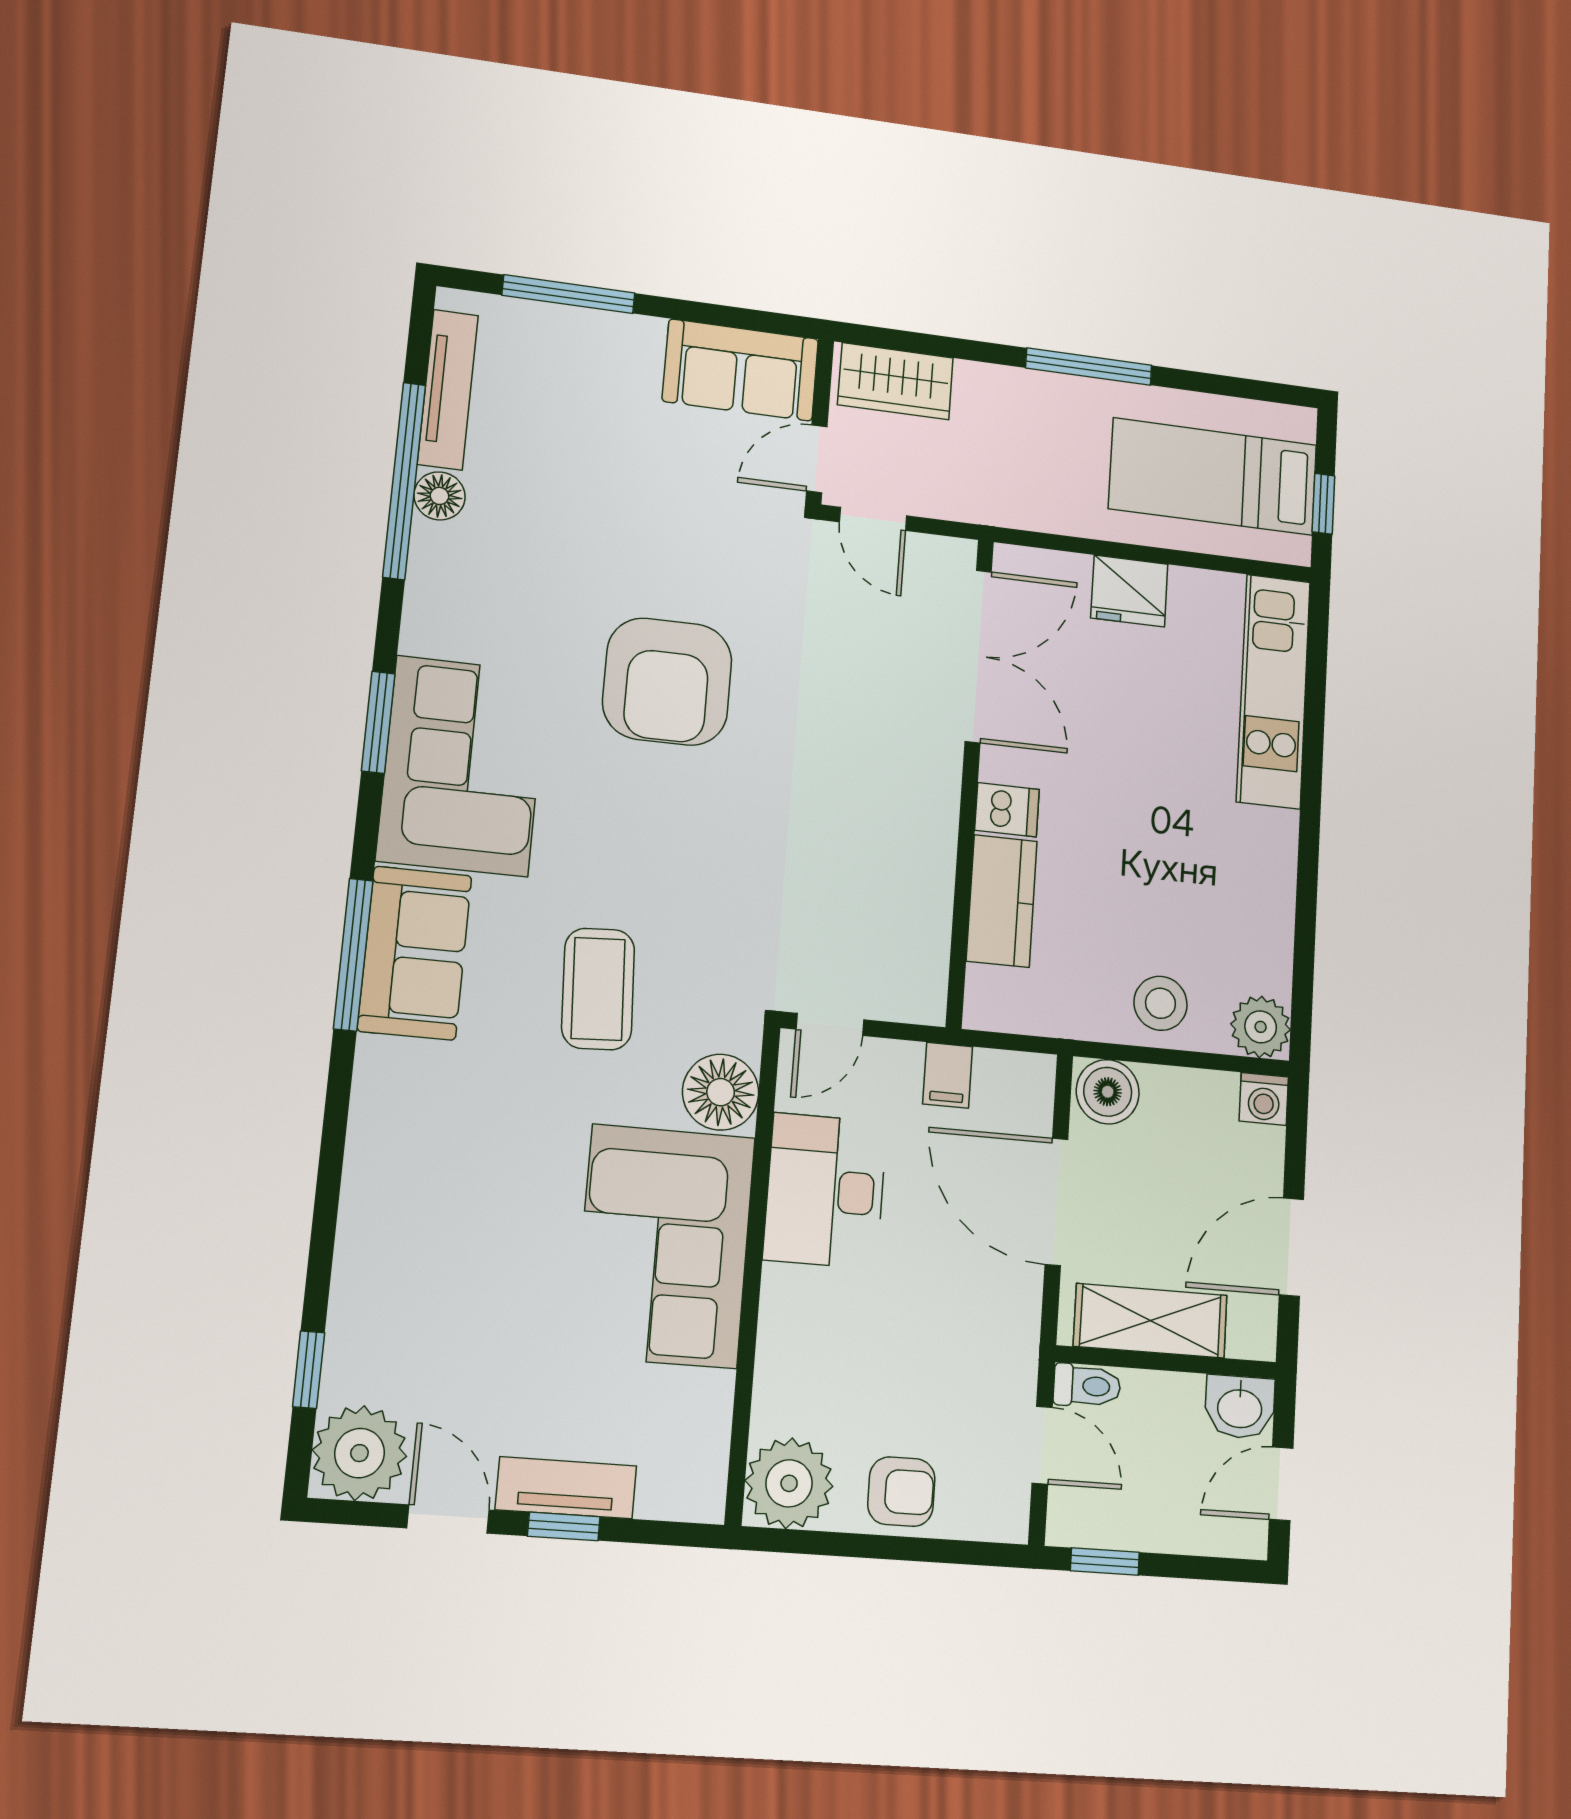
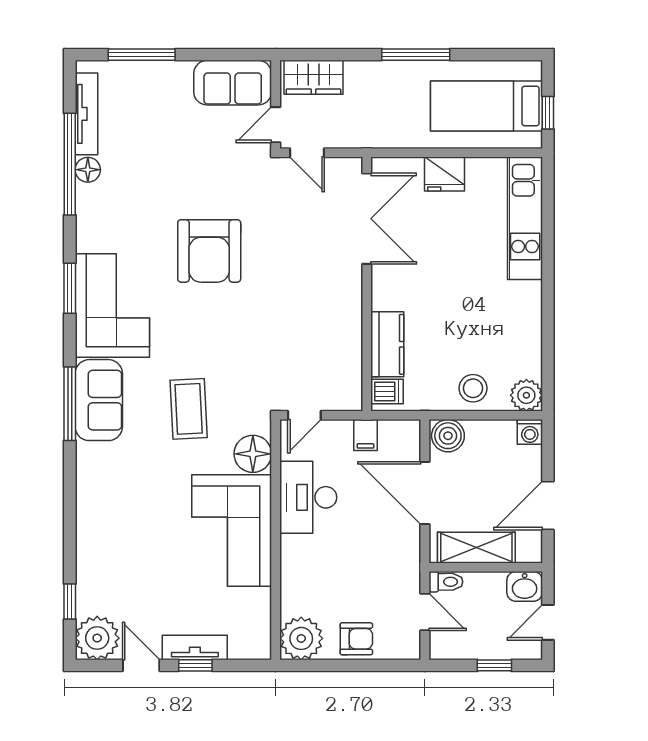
dishwasher: (1007, 810) -> (387, 392), moved
window: (1105, 1562) -> (494, 665), moved

